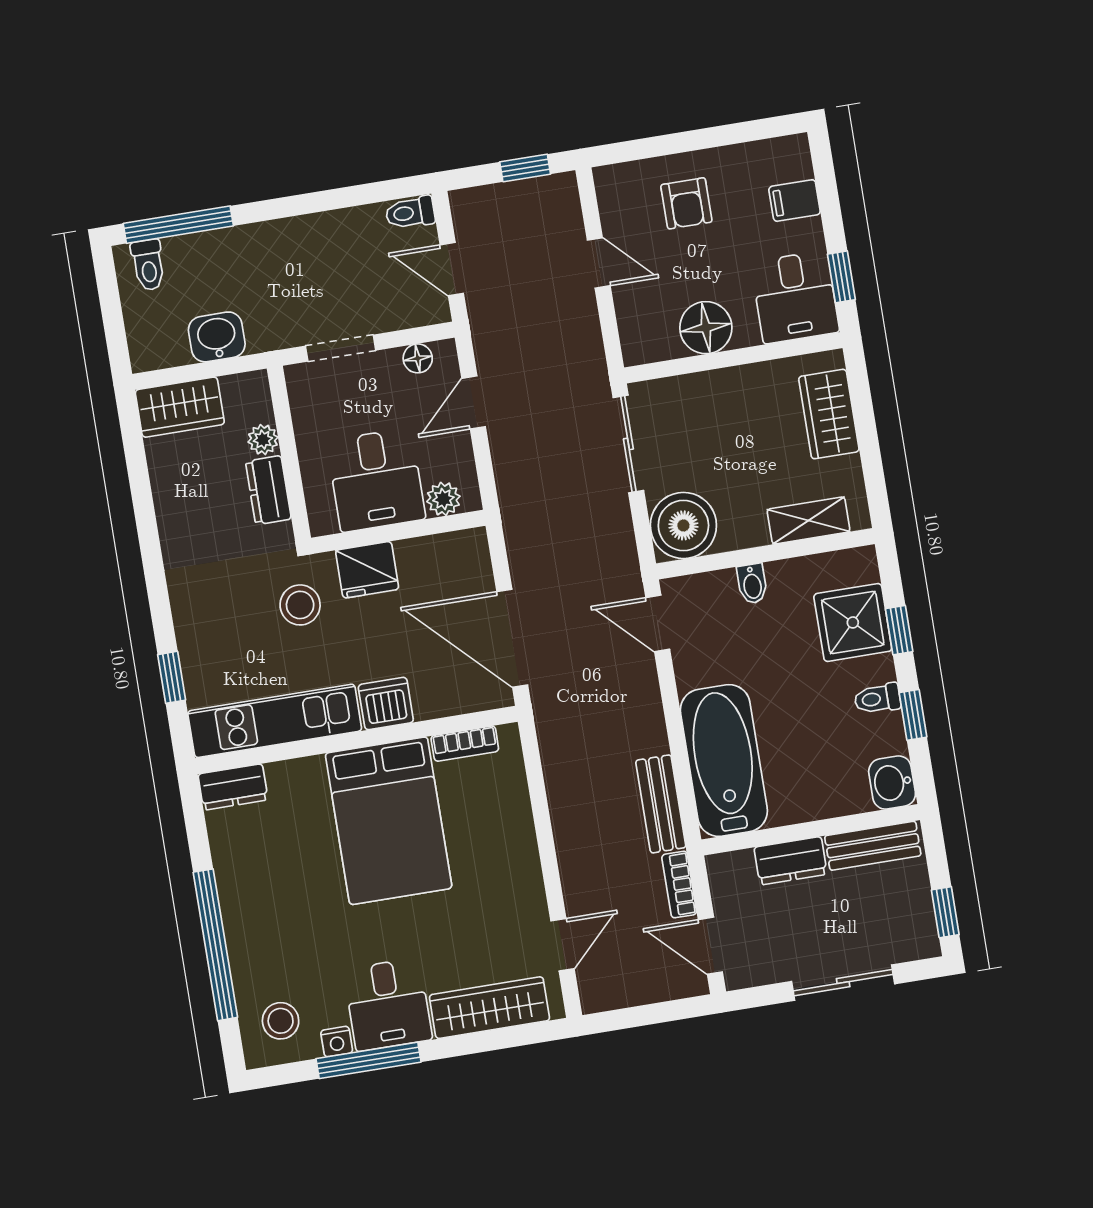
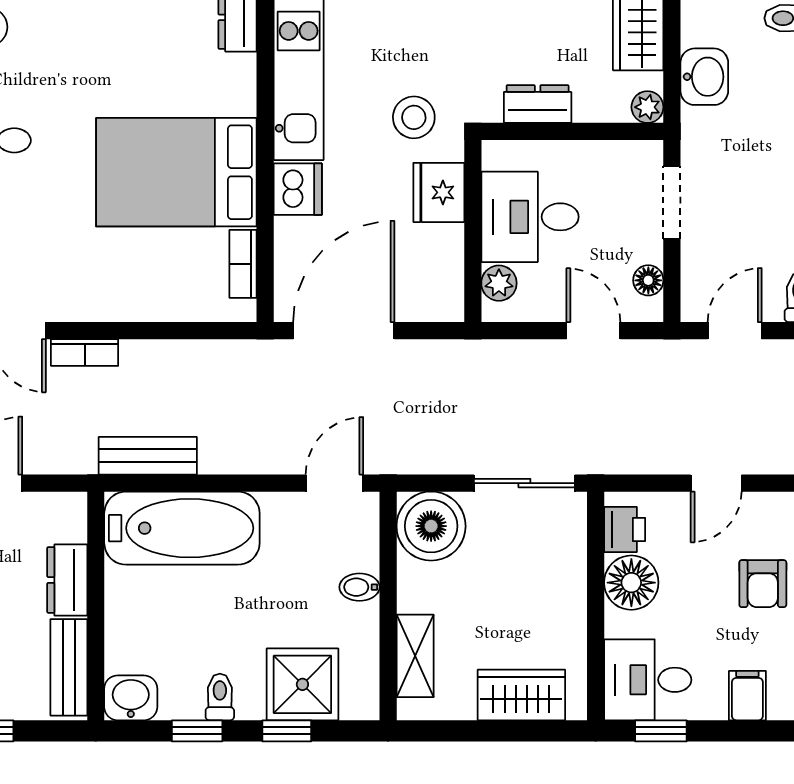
armchair: (686, 203) -> (763, 584), turned -90
printer: (657, 342) -> (625, 530), added
plant: (263, 440) -> (647, 107), moved
bookcase: (679, 885) -> (85, 352), moved, turned 180

